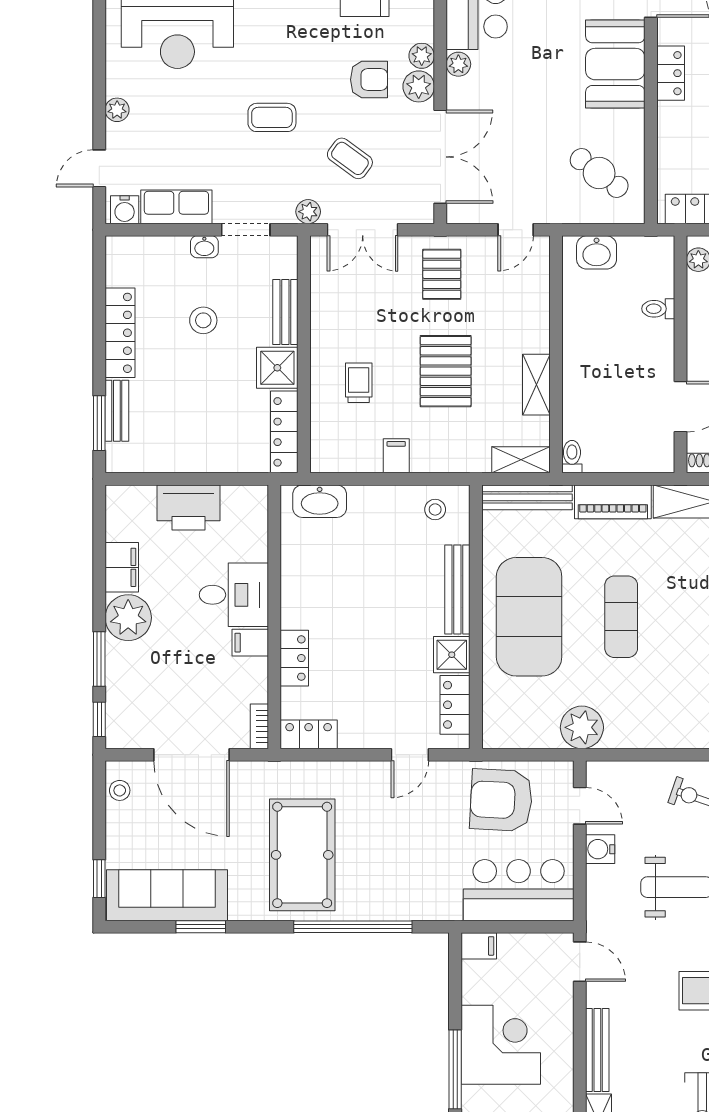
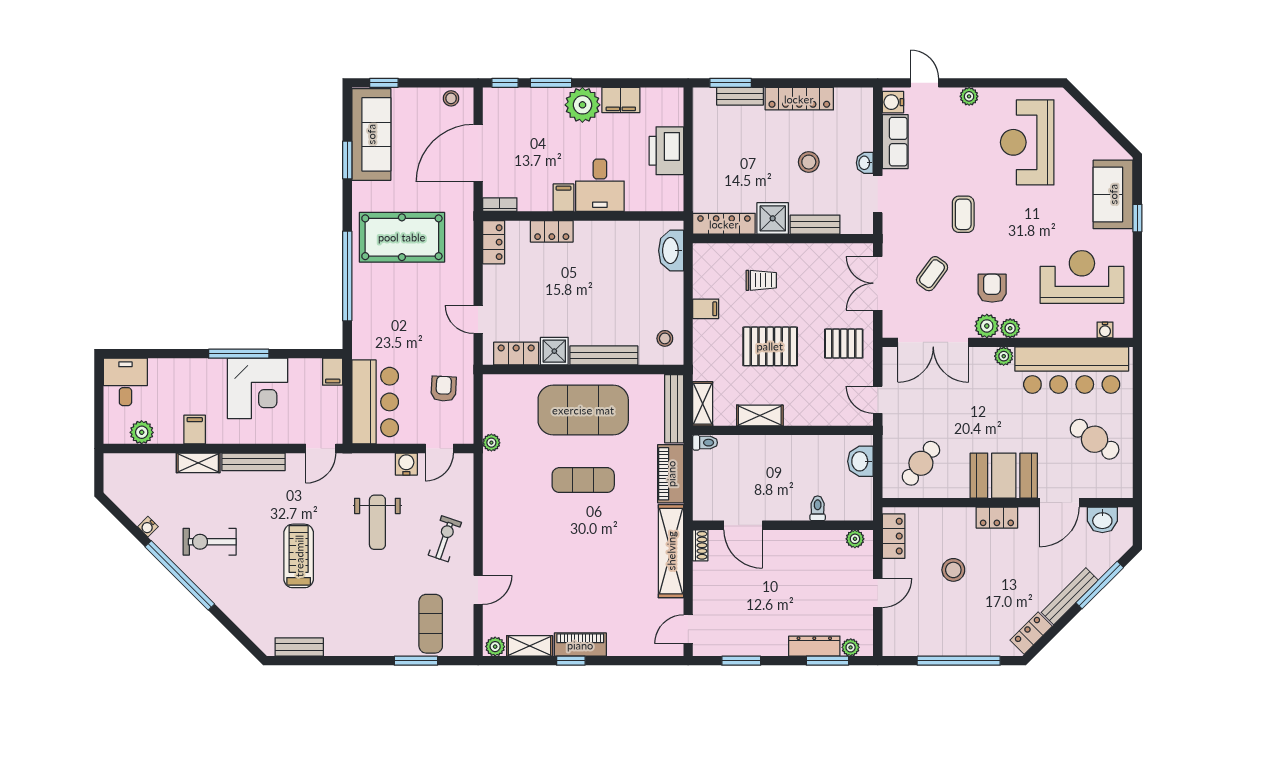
armchair: (369, 80) -> (992, 288), turned 180
plant: (308, 212) -> (892, 242), removed
plant: (582, 727) -> (491, 443), width x0.53, depth x0.53
armchair: (501, 800) -> (444, 389), width x0.53, depth x0.53

